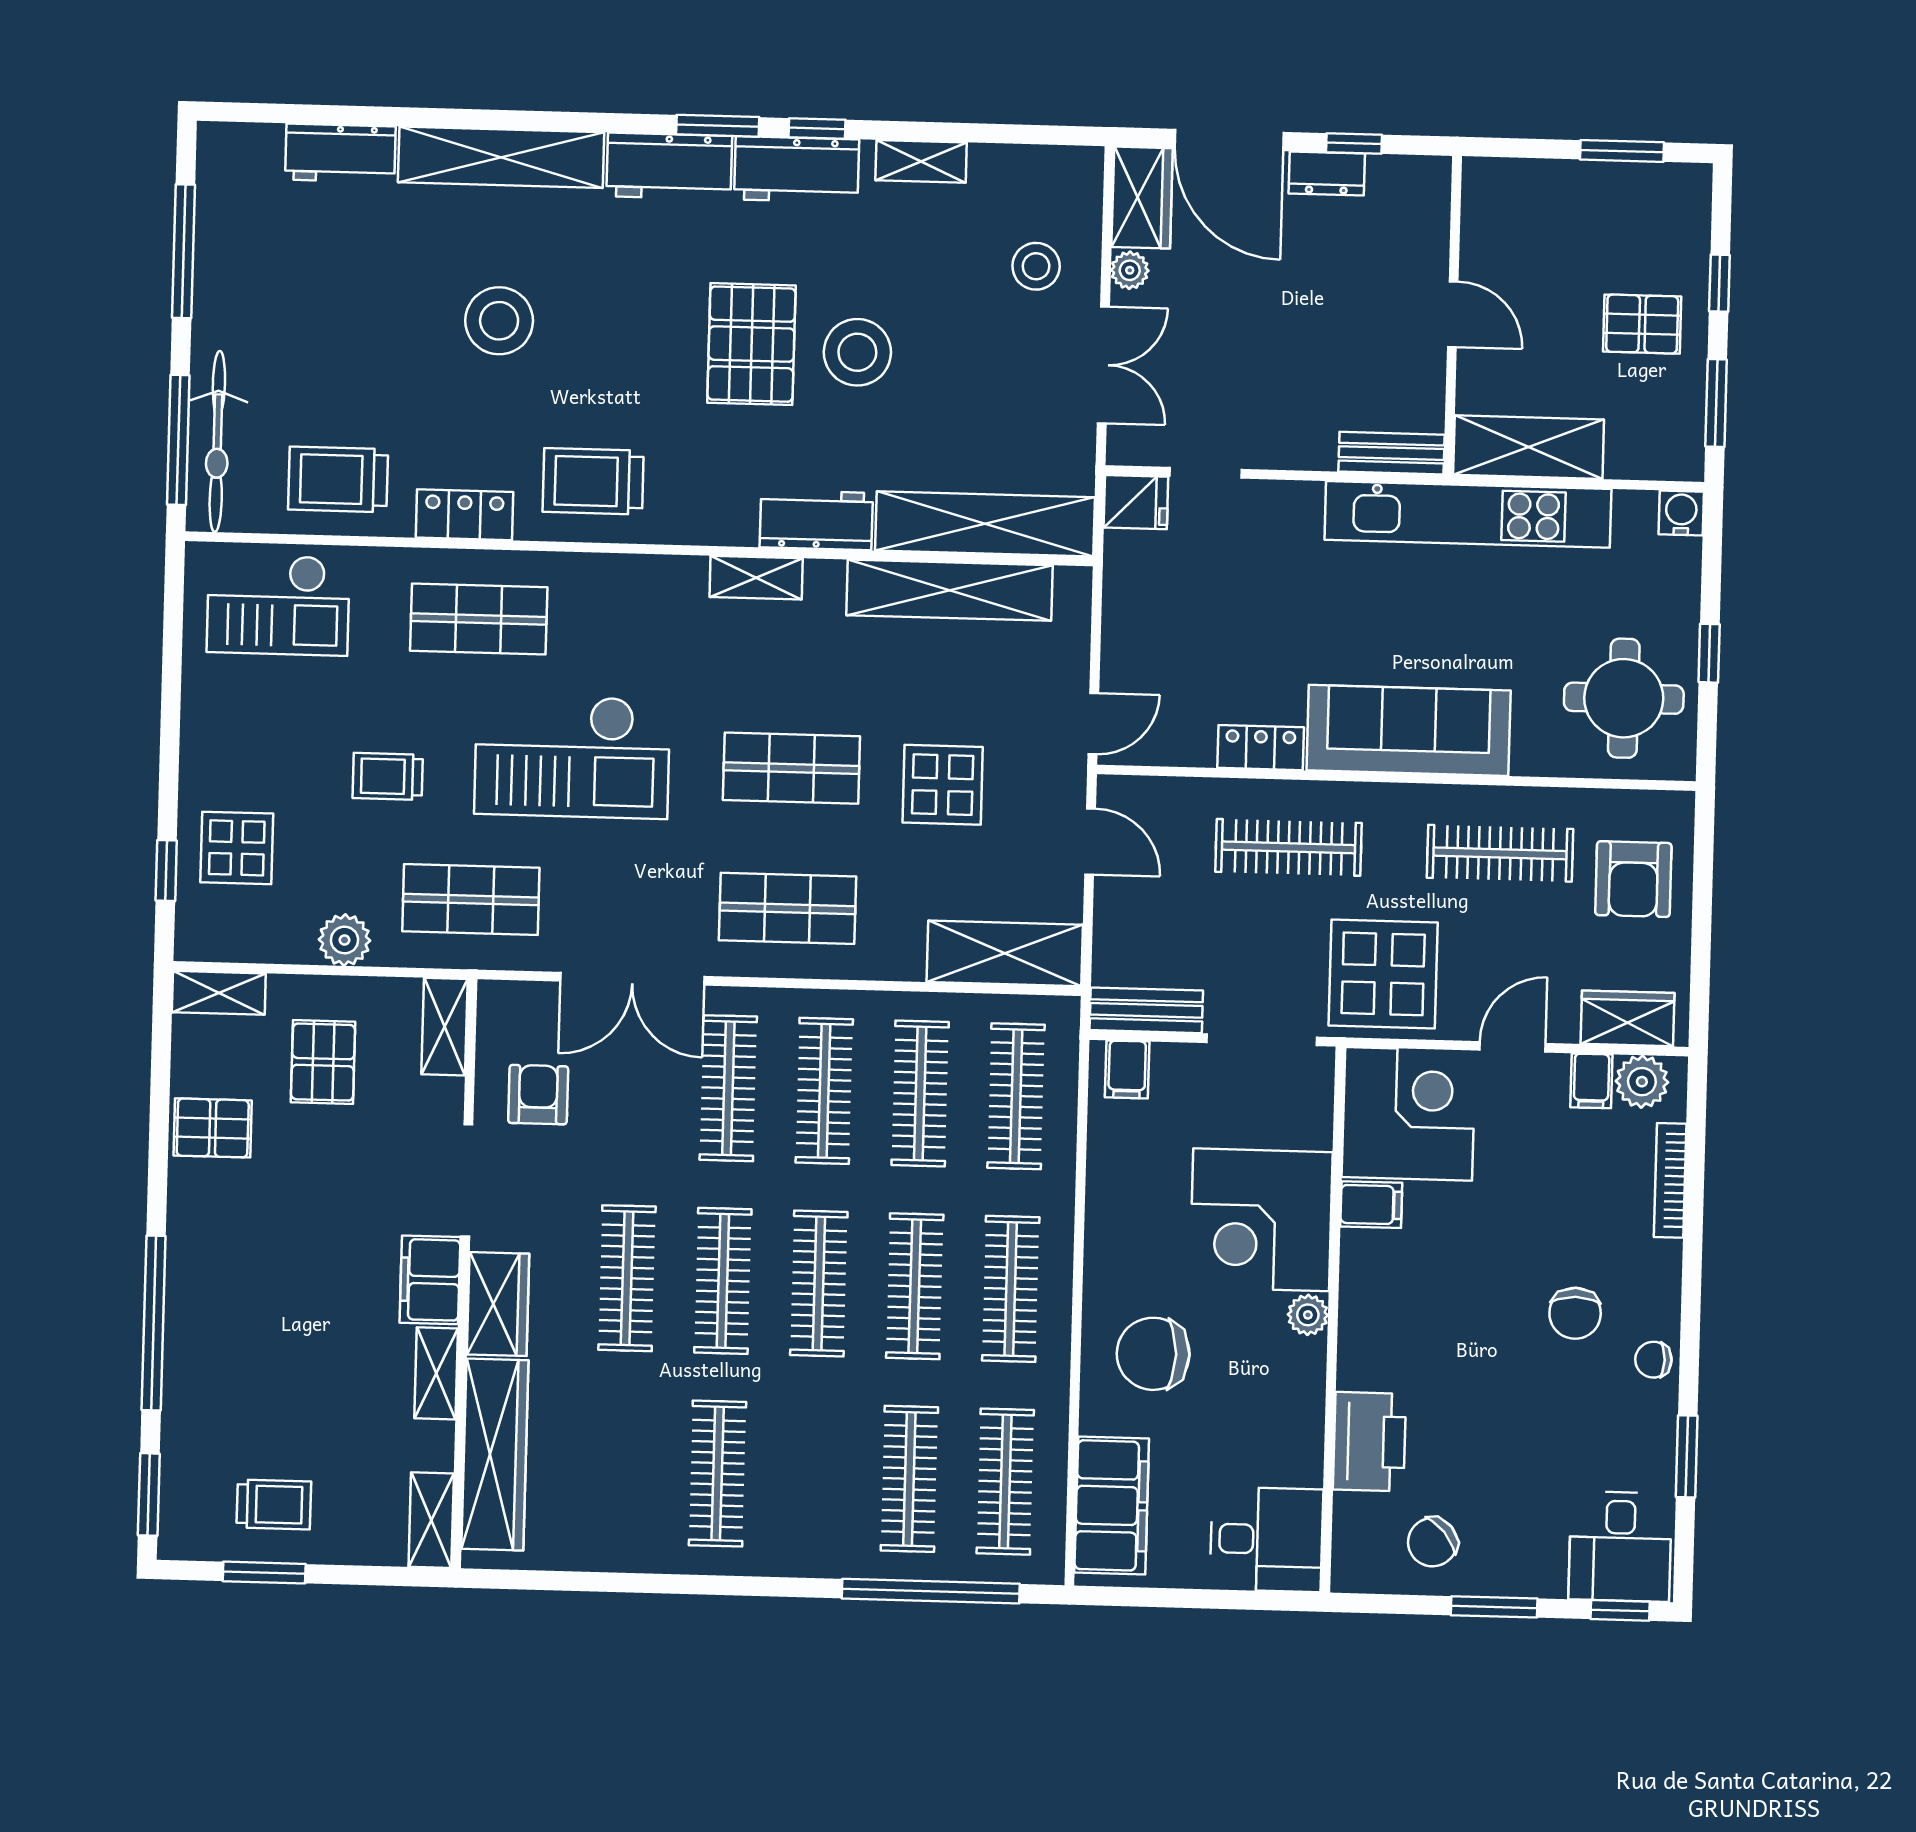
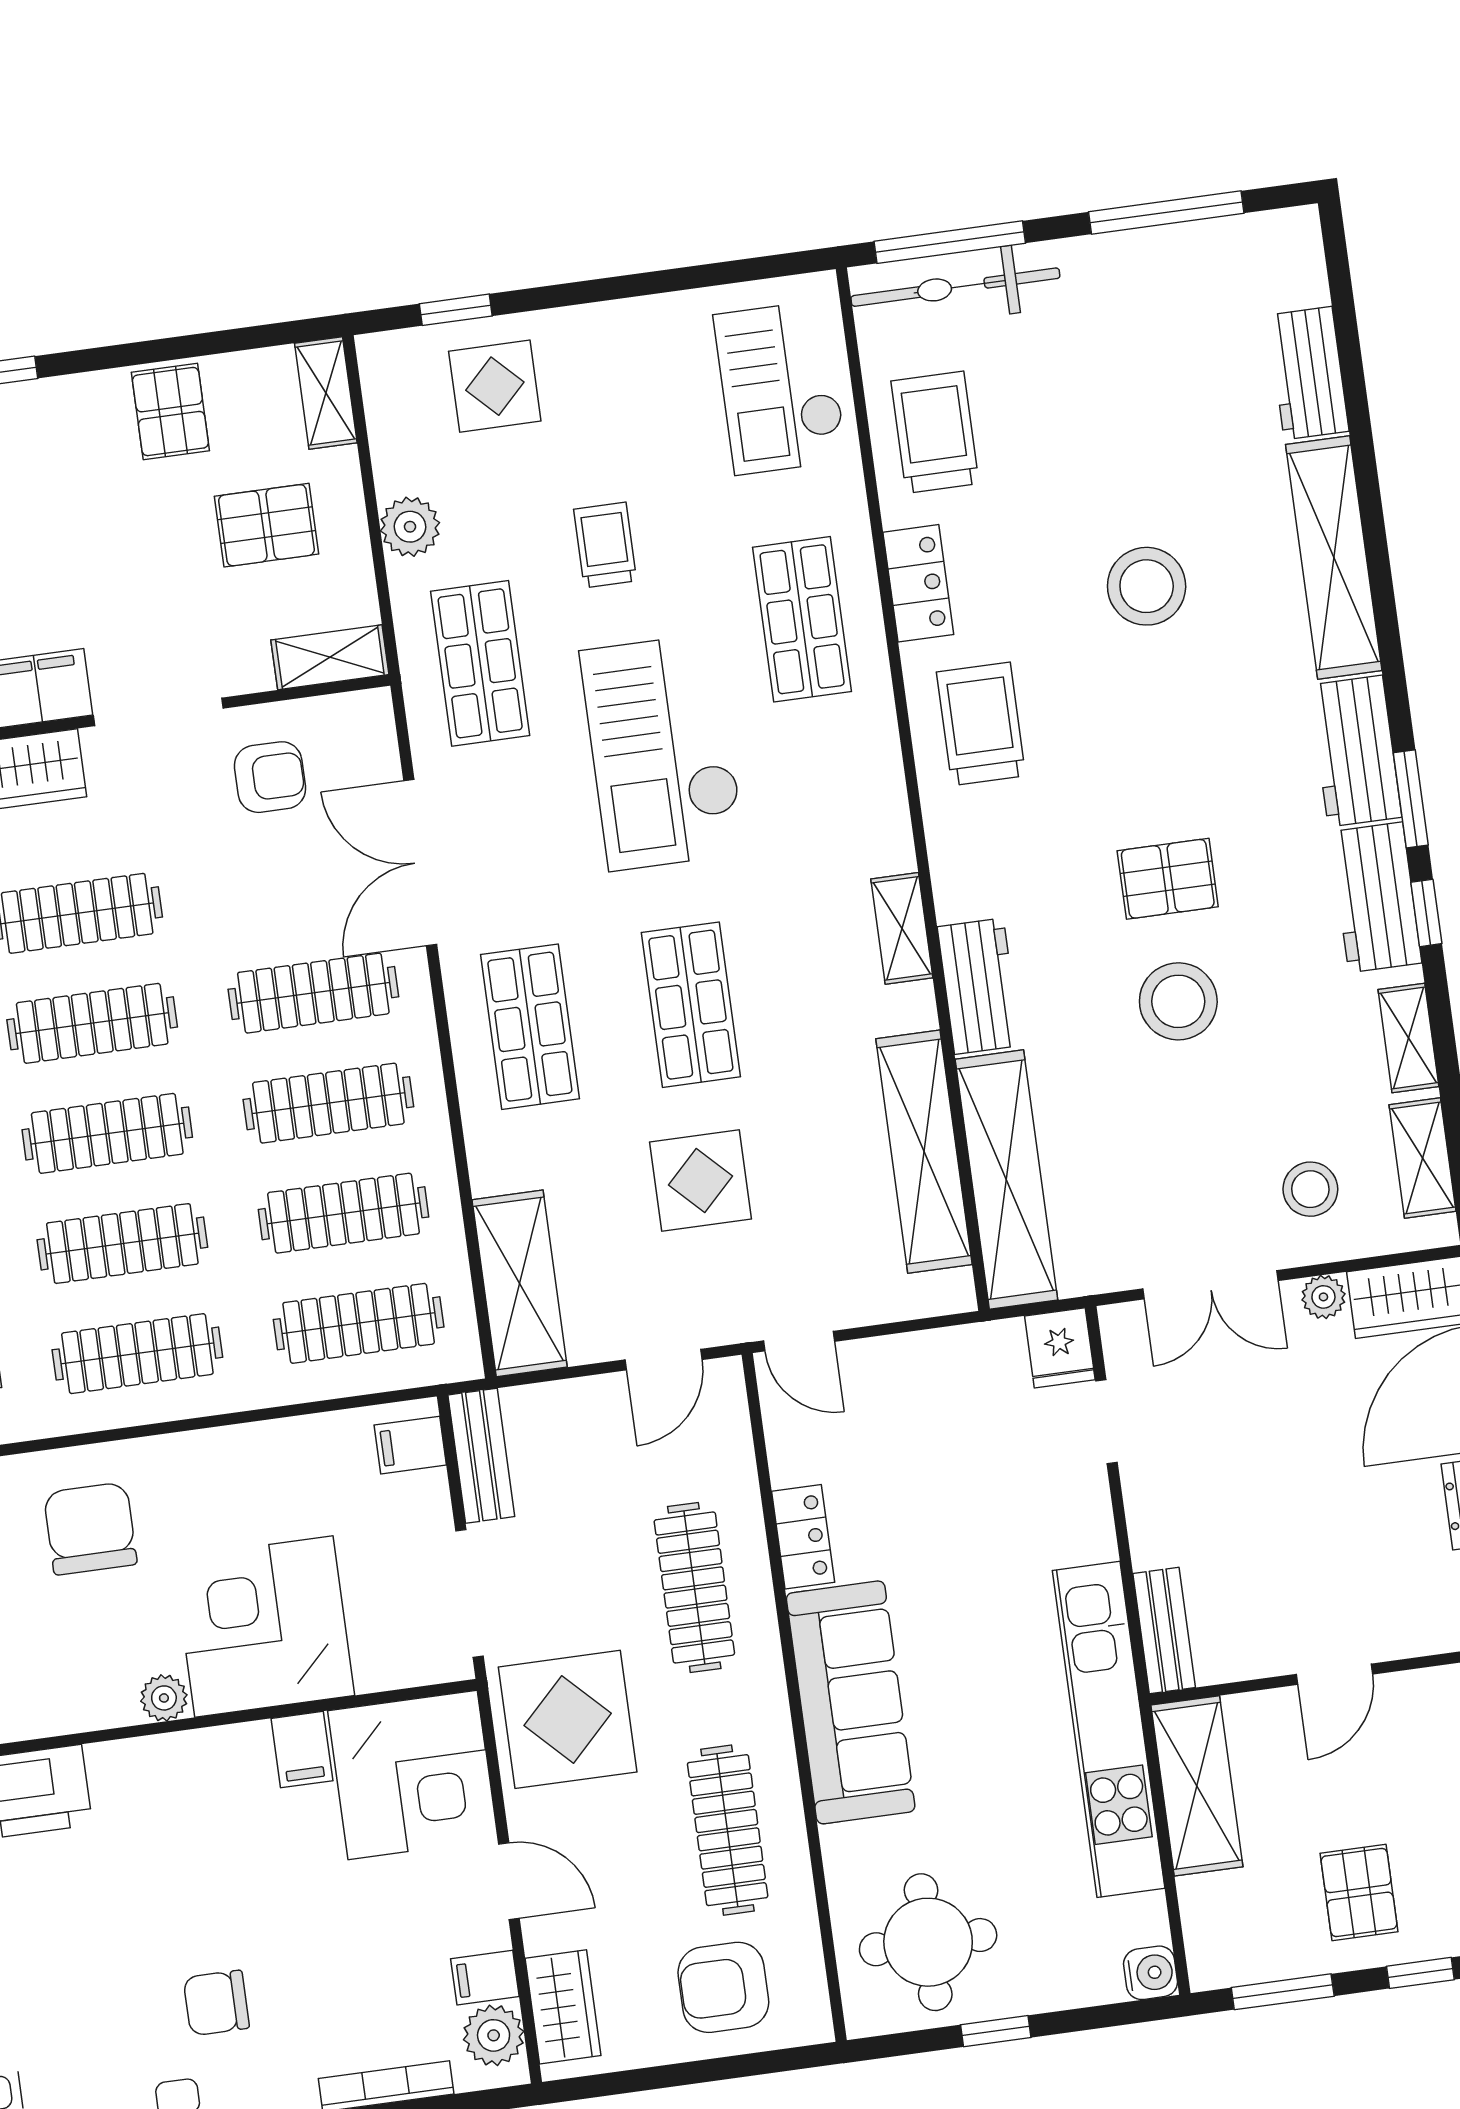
shelving: (1025, 166) -> (1422, 1158), added
pallet: (751, 344) -> (1168, 879), width x0.67, depth x0.71

